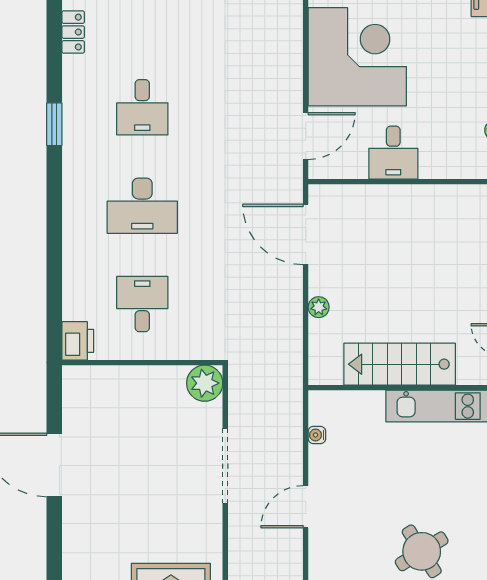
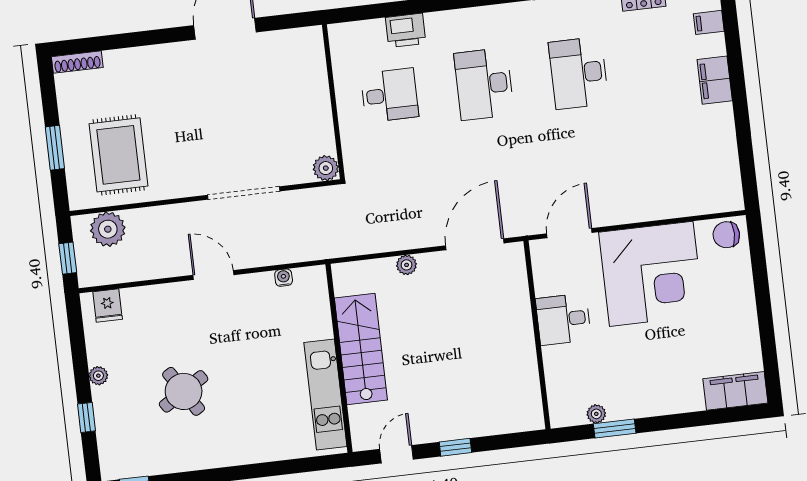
desk: (142, 107) -> (579, 73), width x1.37
door: (306, 136) -> (569, 233), swing flipped
printer: (78, 341) -> (406, 30), moved
plant: (205, 383) -> (326, 168), width x0.73, depth x0.73

